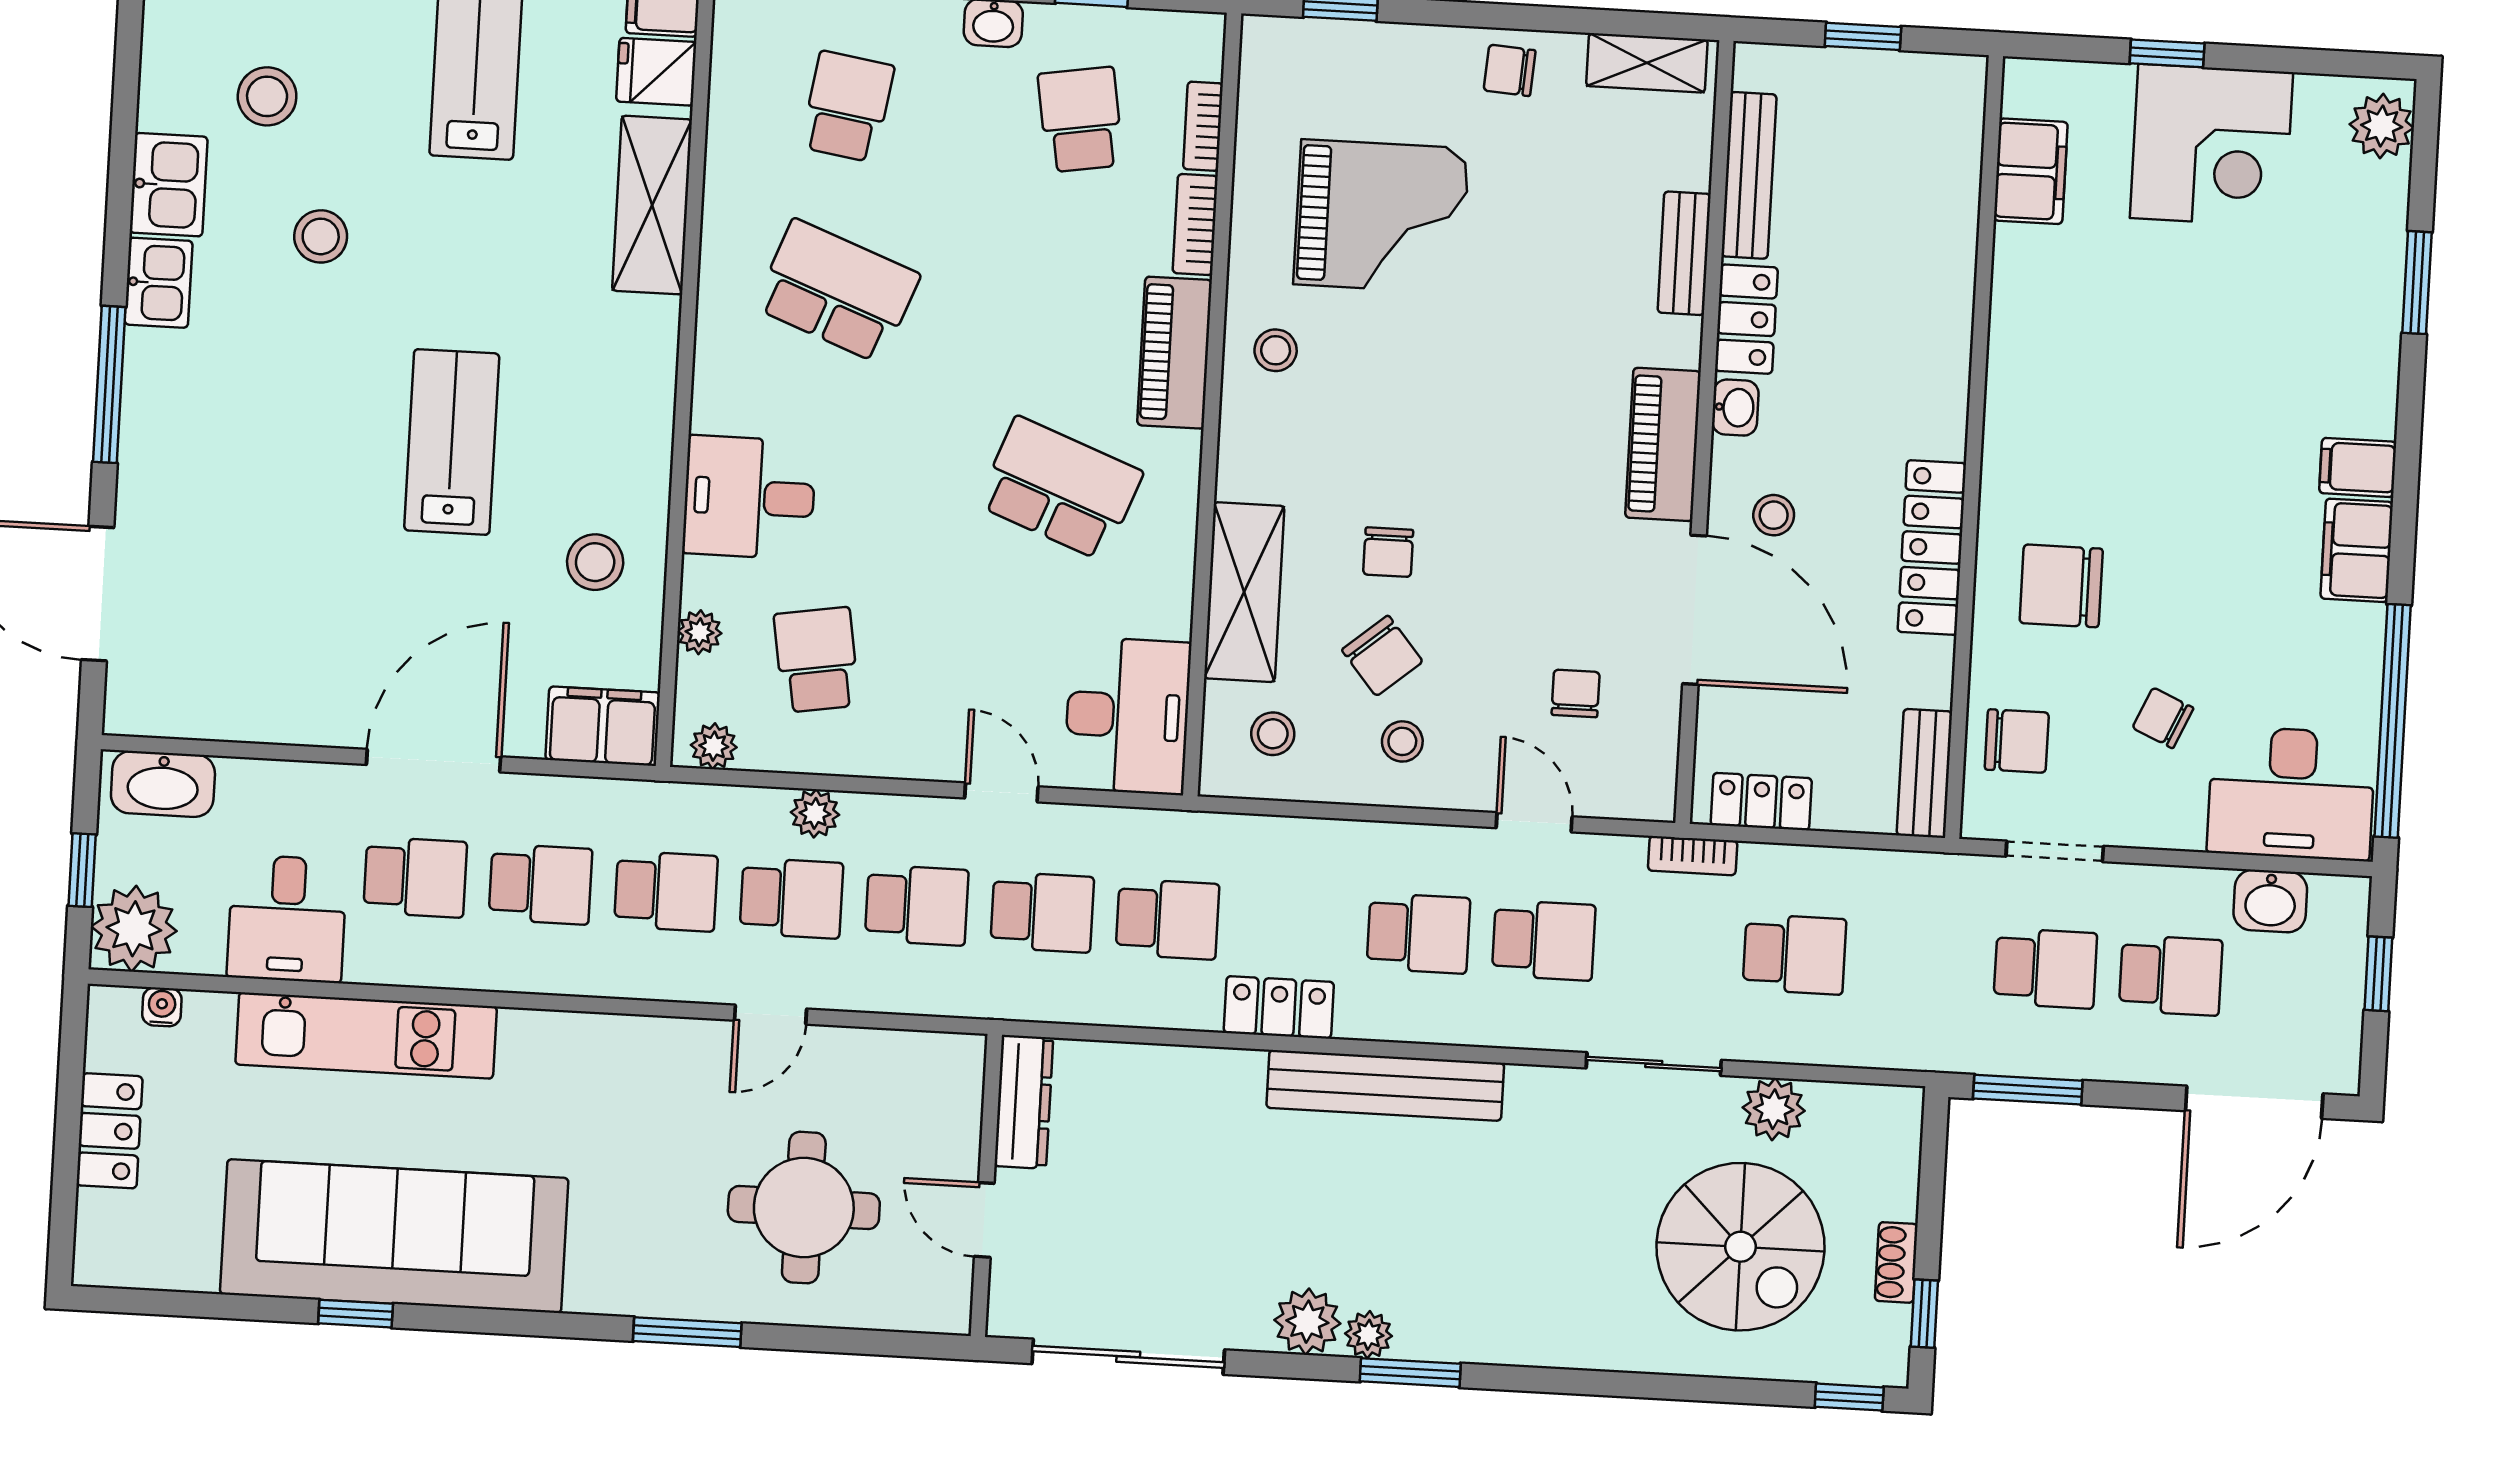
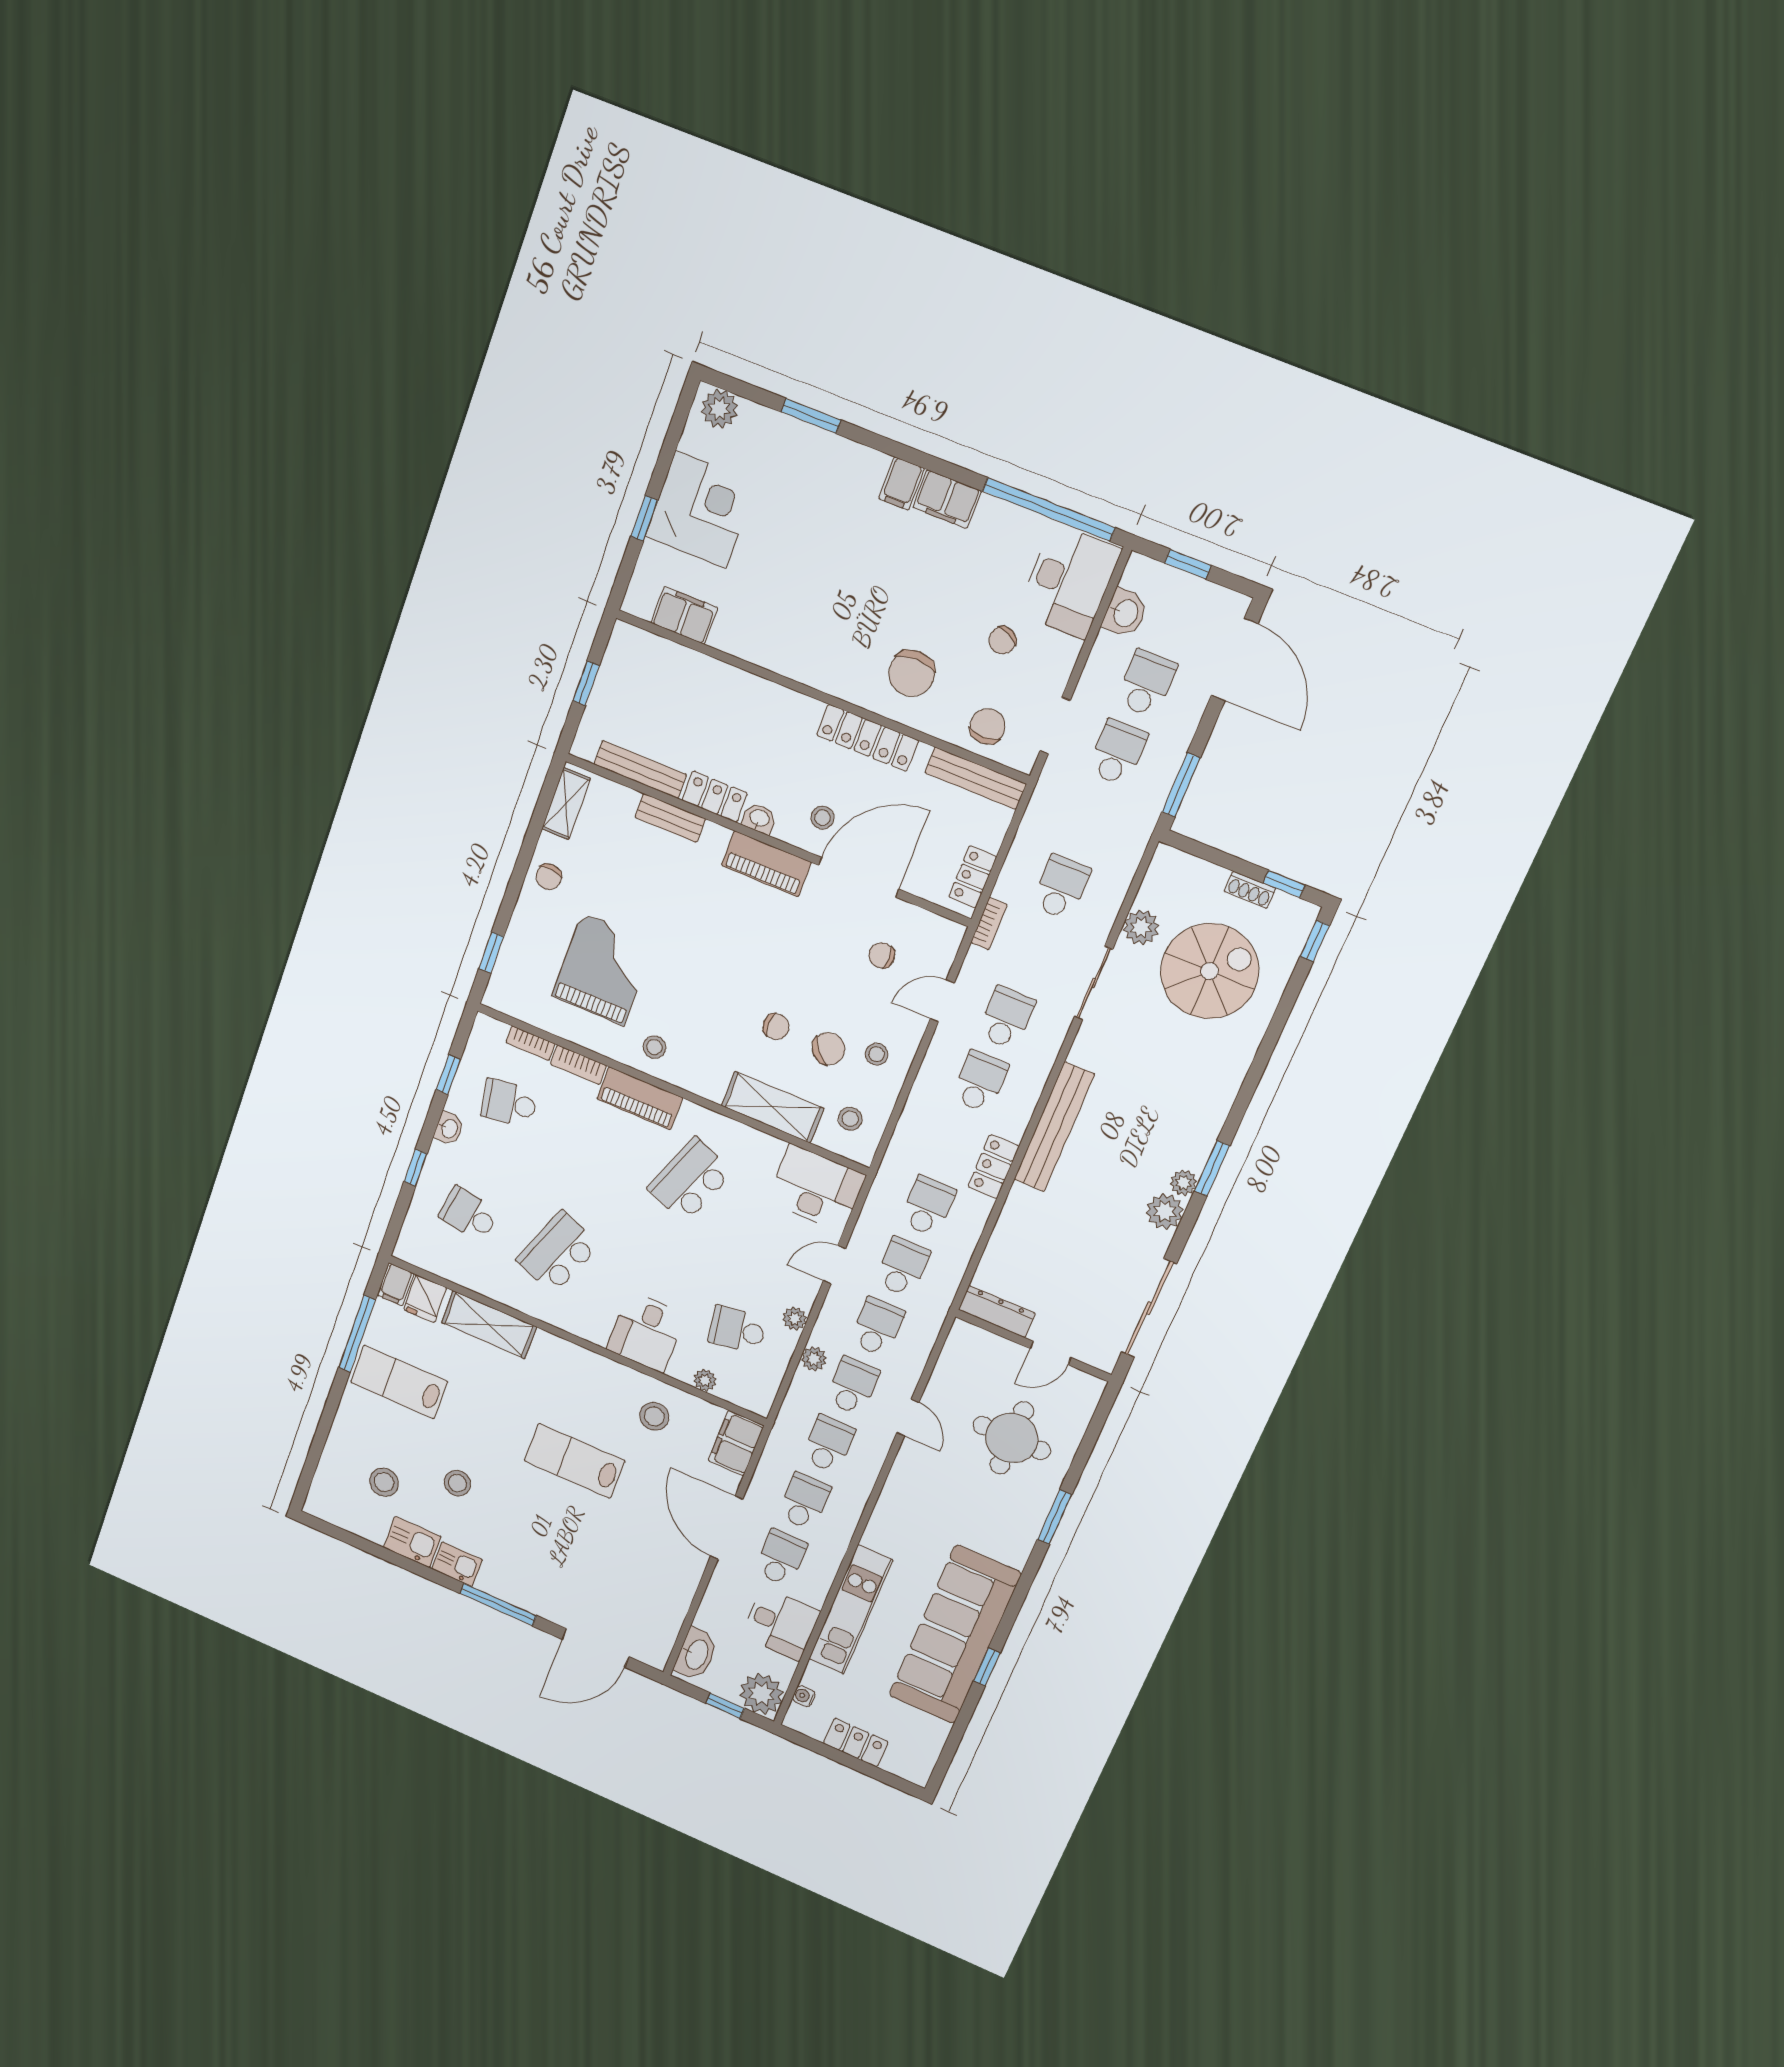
plant: (714, 746) -> (795, 1319), moved
bench: (1924, 773) -> (976, 778), width x1.36

